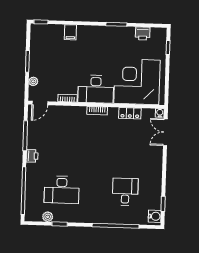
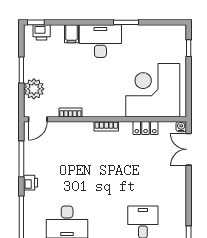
printer: (143, 33) -> (42, 32), moved
plant: (33, 81) -> (34, 89), width x1.88, depth x1.88
desk: (96, 89) -> (100, 41), moved, turned 180

